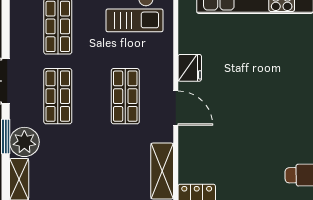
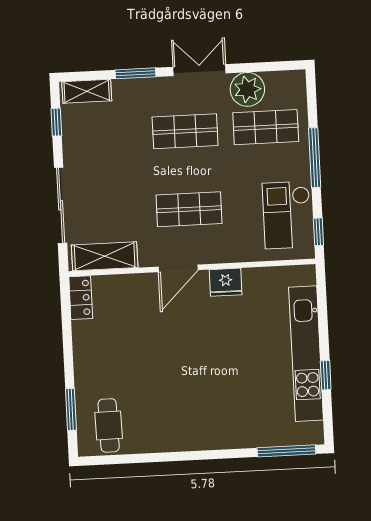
plant: (24, 142) -> (247, 89), moved

